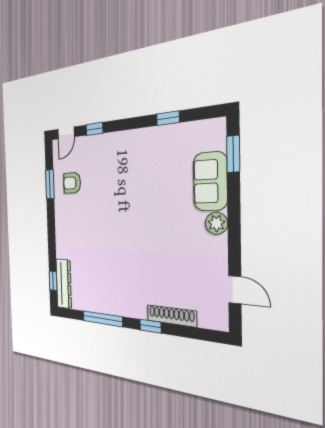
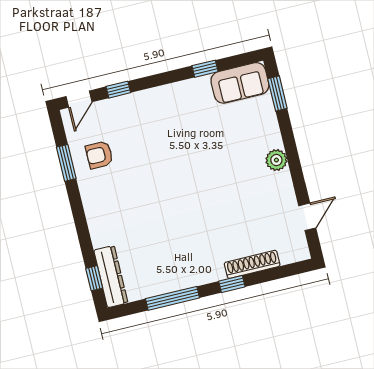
sofa: (210, 181) -> (240, 83), moved, turned -90
door: (235, 290) -> (307, 217), hinge flipped

